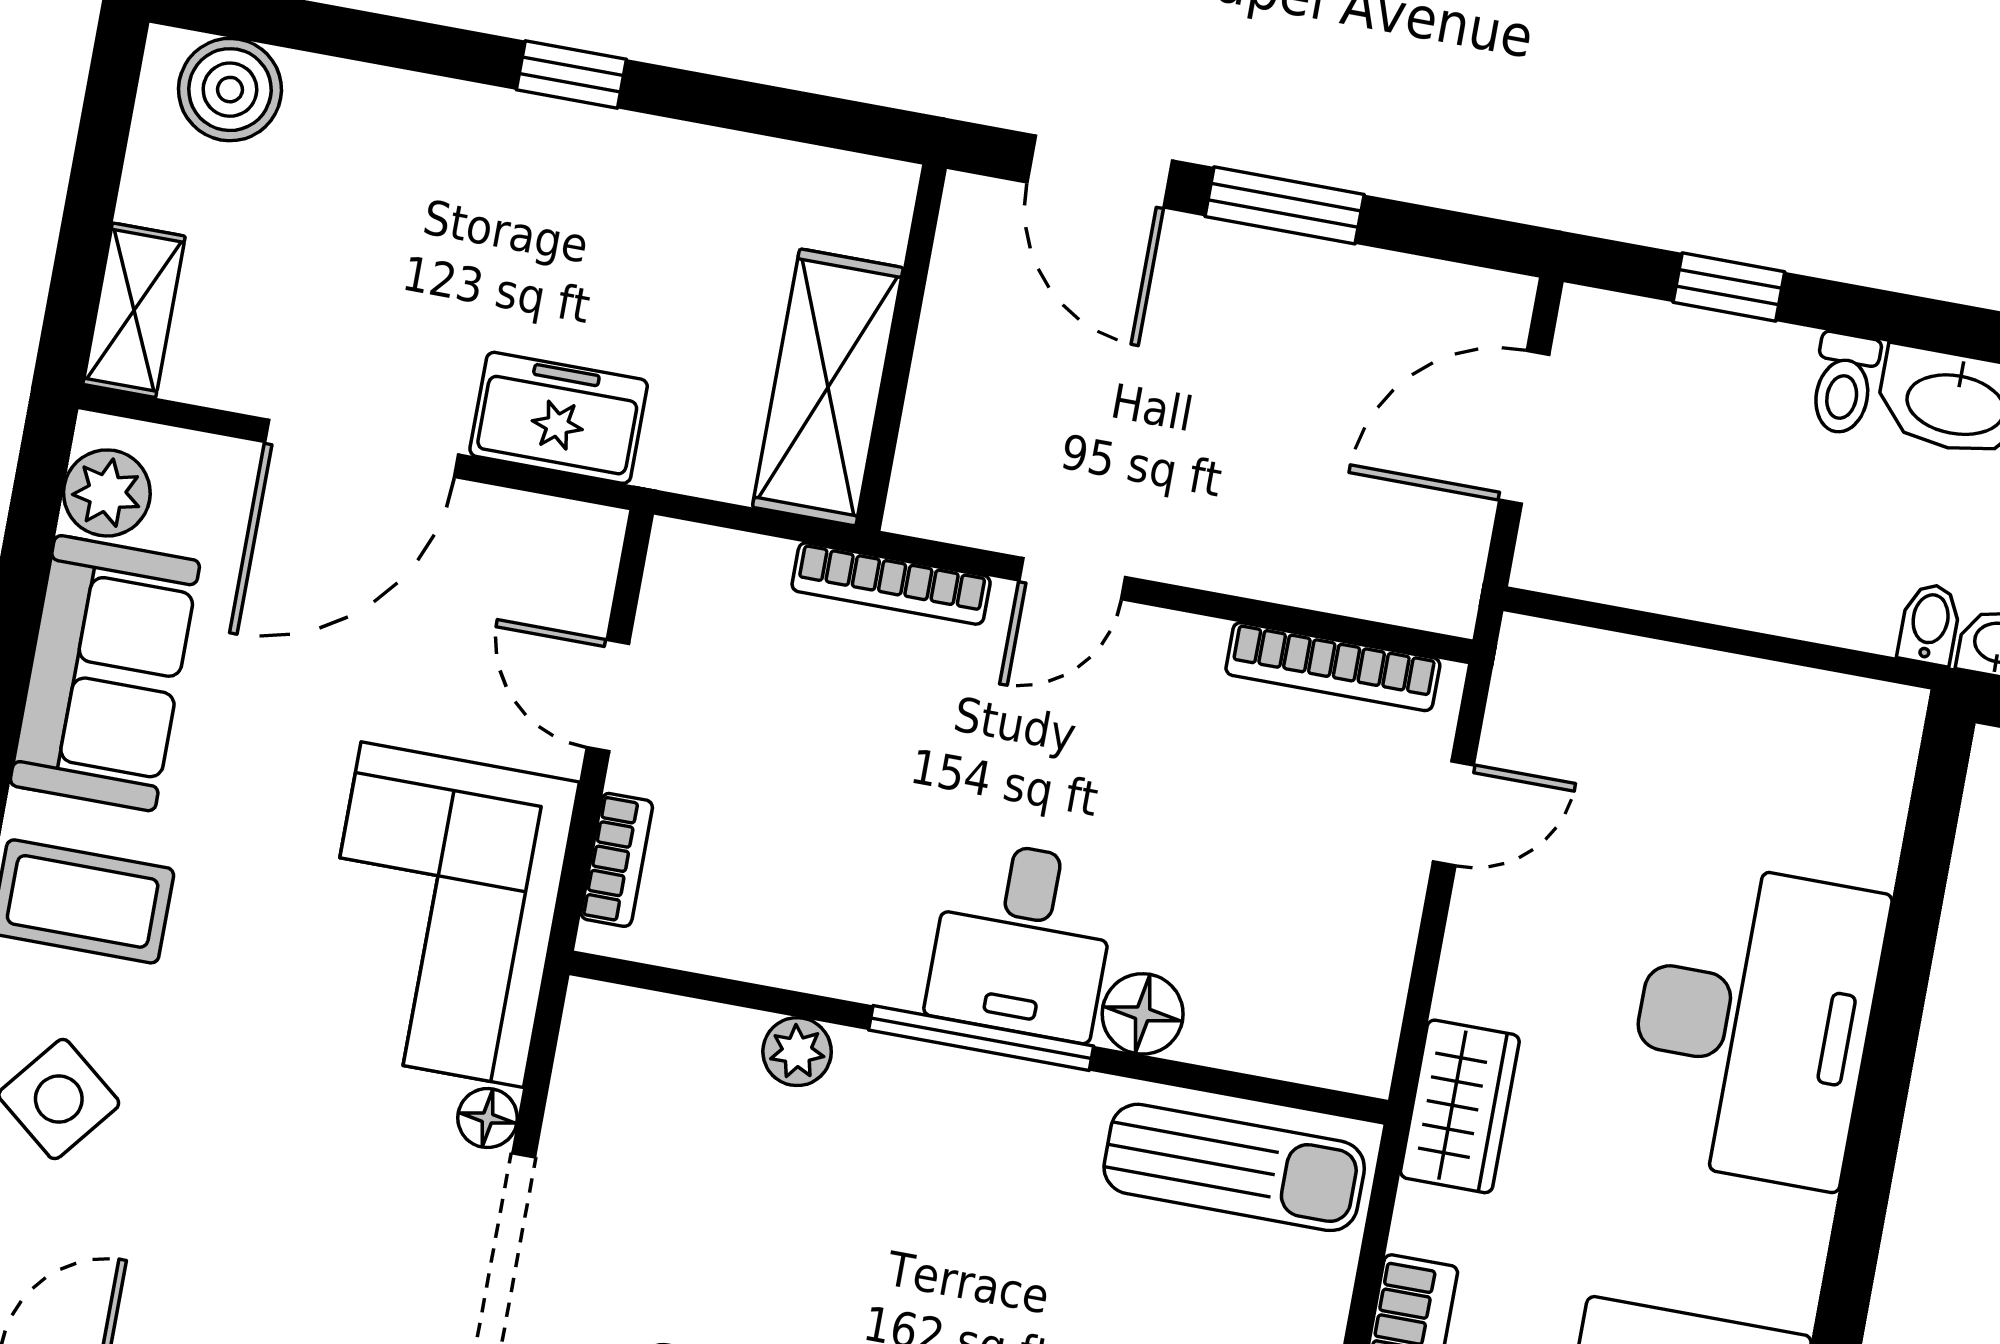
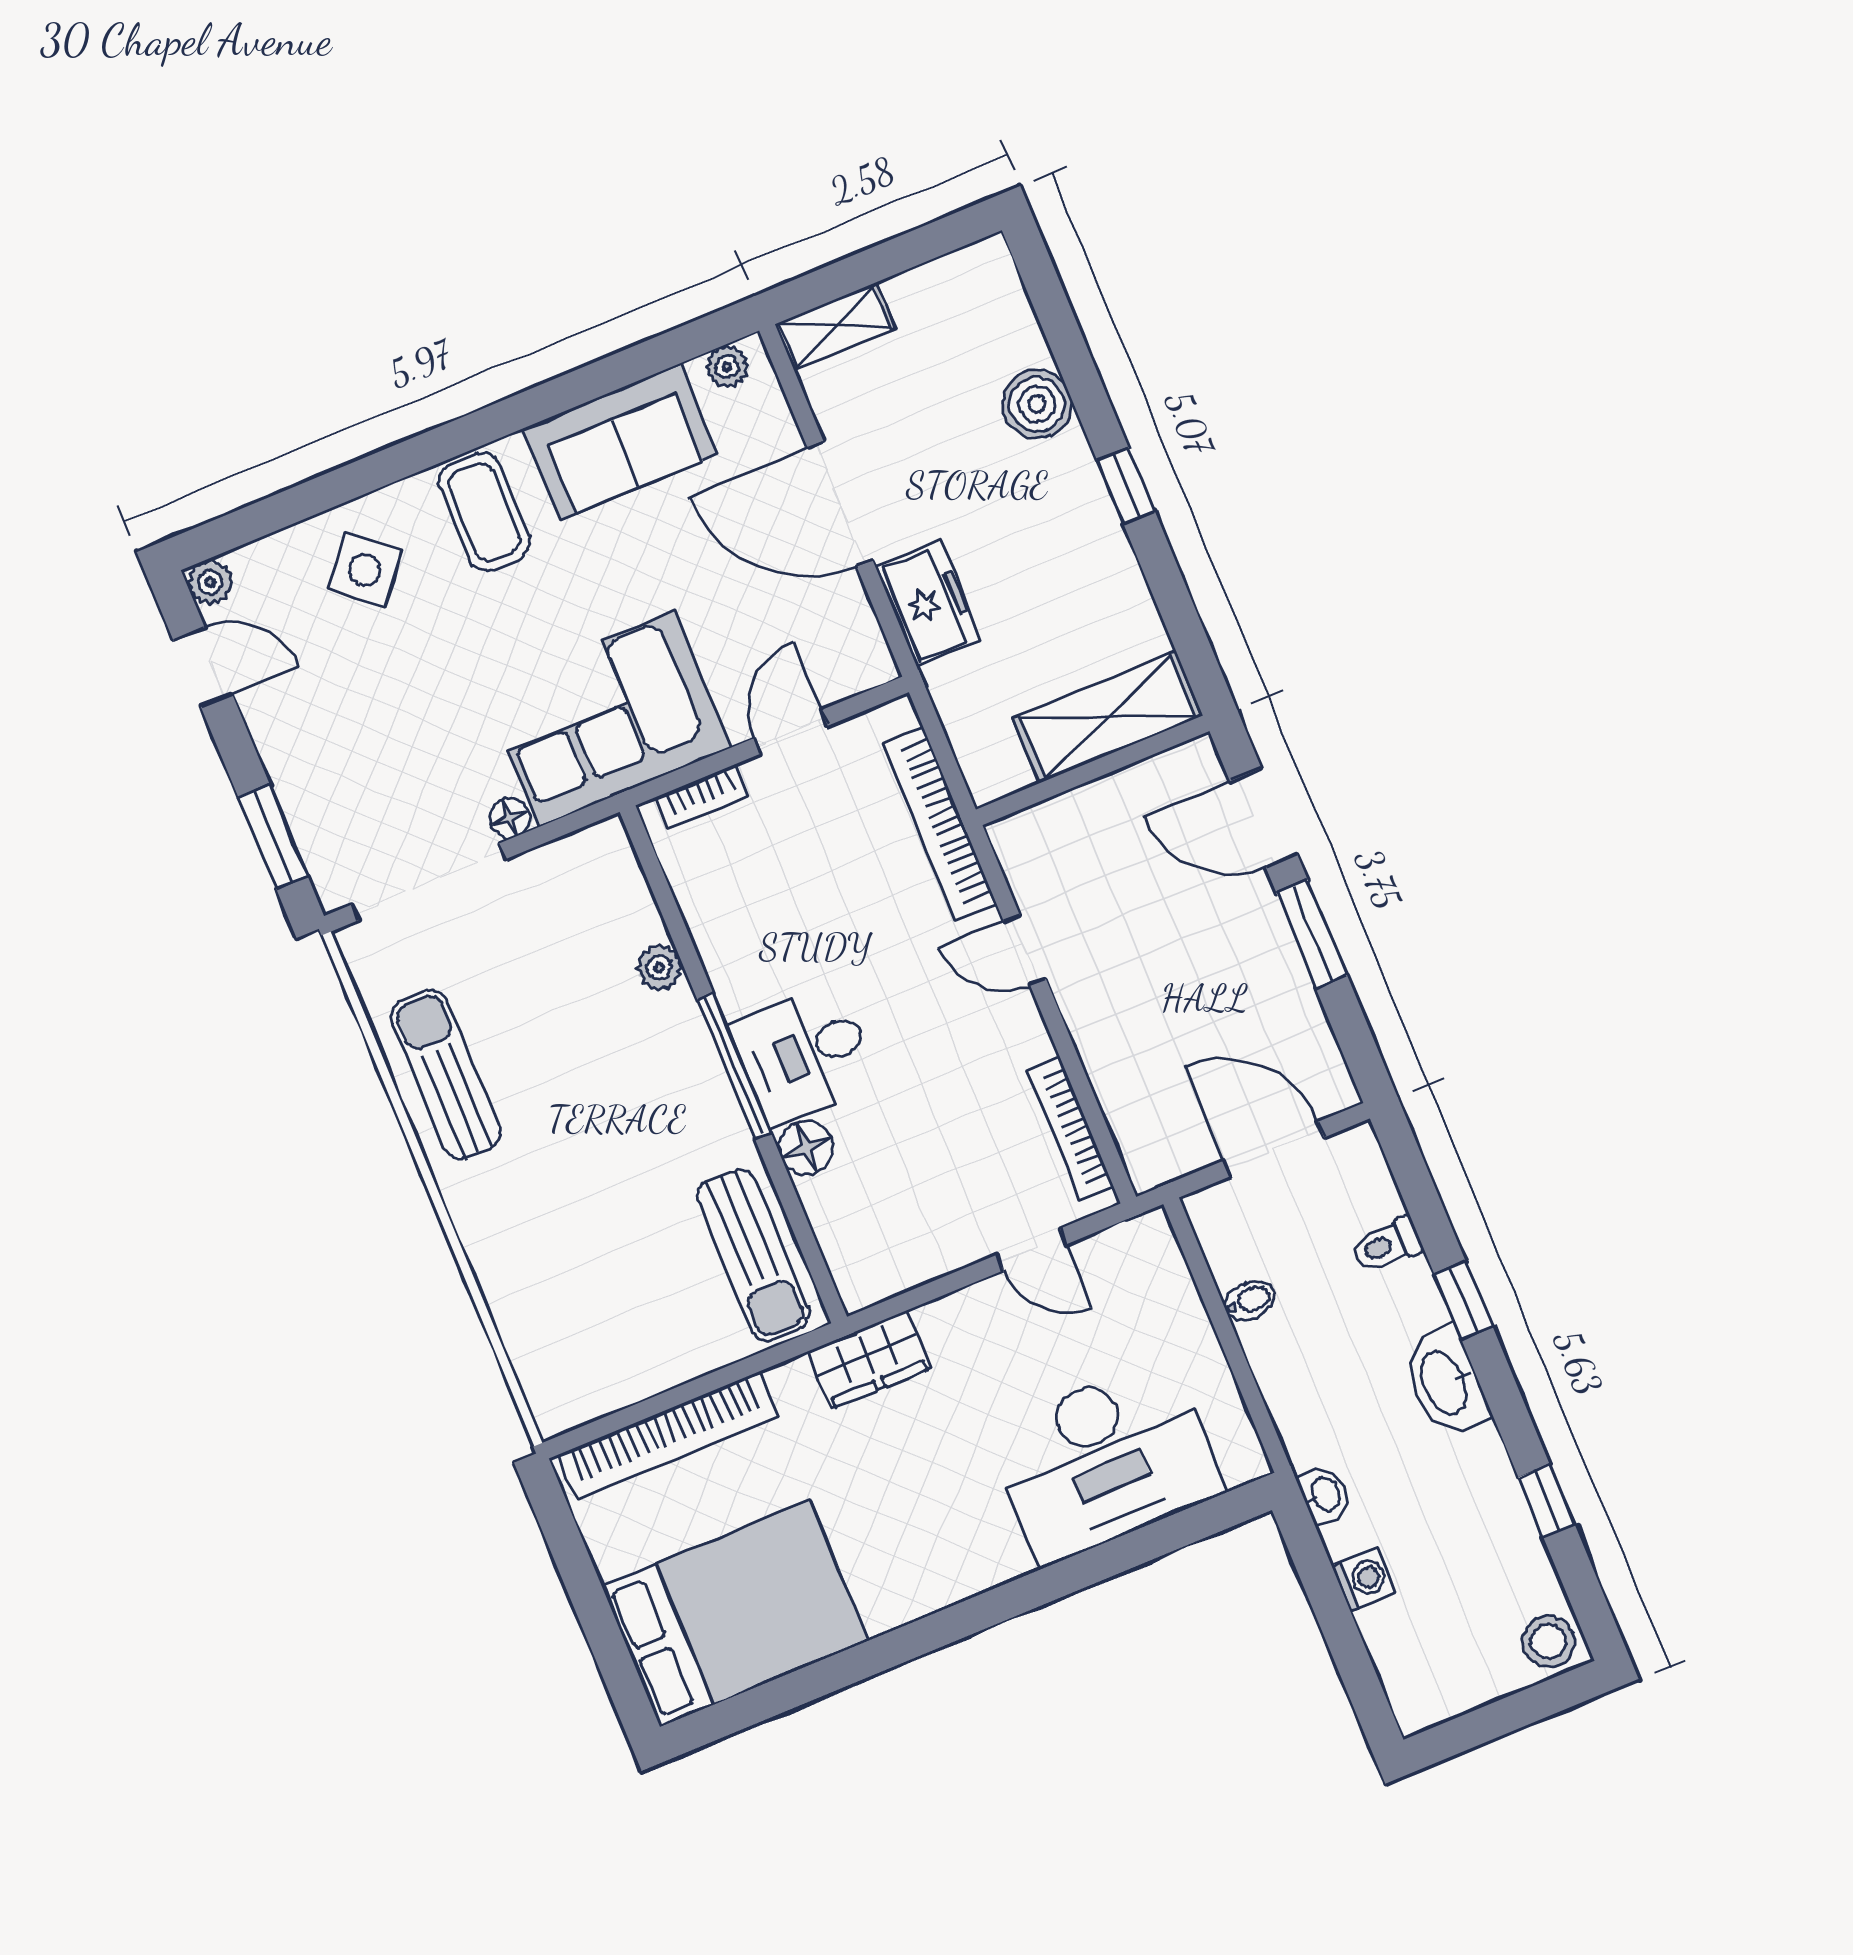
boiler: (230, 90) -> (1037, 404), moved
door: (1100, 171) -> (1263, 818), hinge flipped
window: (1729, 287) -> (1463, 1300), moved
toilet: (1844, 383) -> (1387, 1245), moved
shelving: (828, 387) -> (1108, 717), moved
plant: (107, 493) -> (727, 367), width x0.73, depth x0.73
bookcase: (891, 584) -> (940, 823), width x1.48, depth x1.31
bidet: (1930, 624) -> (1250, 1301), moved
desk: (1754, 1024) -> (1105, 1460), moved

